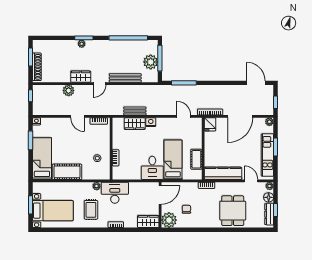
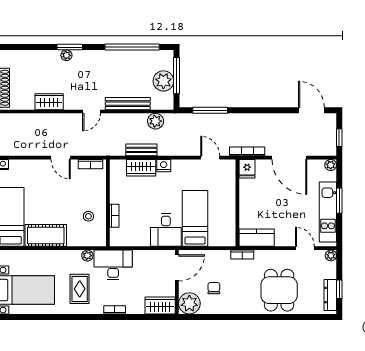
wardrobe: (81, 77) -> (49, 102), moved
plant: (69, 91) -> (156, 121), moved
door: (240, 116) -> (289, 158), hinge flipped
cot: (196, 159) -> (228, 218), removed
kitchen counter: (223, 173) -> (257, 238), width x0.67
floor lamp: (269, 197) -> (330, 271), removed

